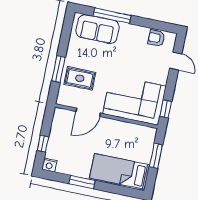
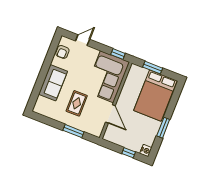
window: (112, 16) -> (39, 83), removed
sofa: (98, 29) -> (53, 83), moved
rug: (80, 78) -> (77, 103), moved
bed: (120, 171) -> (155, 96), width x1.50

